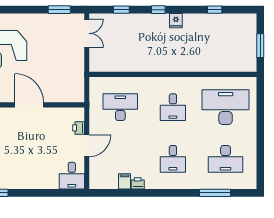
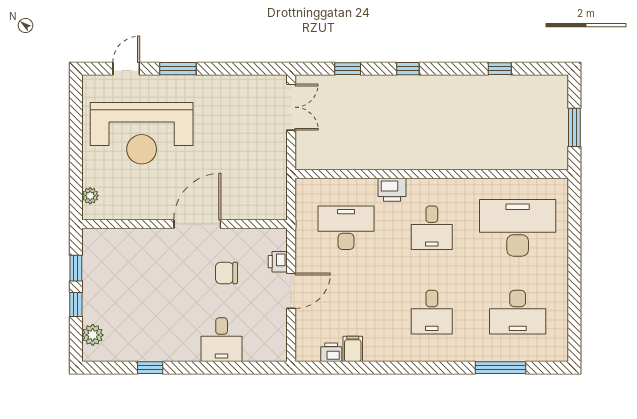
window: (59, 10) -> (178, 69), moved
fridge: (176, 21) -> (437, 86), removed
printer: (149, 84) -> (392, 190), added
door: (29, 105) -> (197, 224), hinge flipped
chair: (47, 135) -> (226, 273), added
desk: (72, 176) -> (222, 340), moved
printer: (138, 183) -> (331, 352), moved

